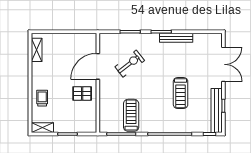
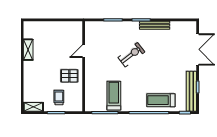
shelving: (37, 50) -> (28, 50), moved
exercise bike: (130, 64) -> (131, 55), moved
door: (98, 66) -> (84, 51), width x0.53
treadmill: (181, 93) -> (161, 100), moved, turned 90
trolley: (42, 98) -> (59, 97), moved

